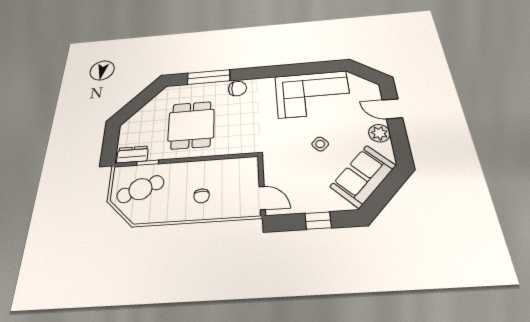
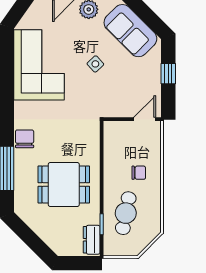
cafe table: (140, 189) -> (126, 213), moved, turned 31

